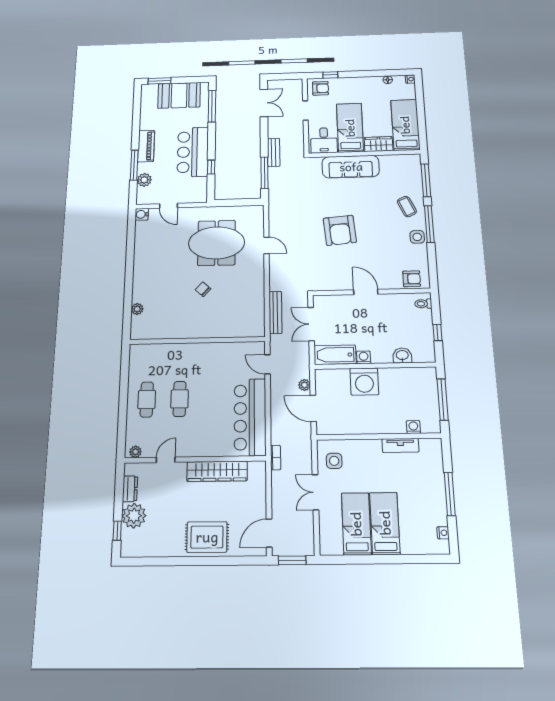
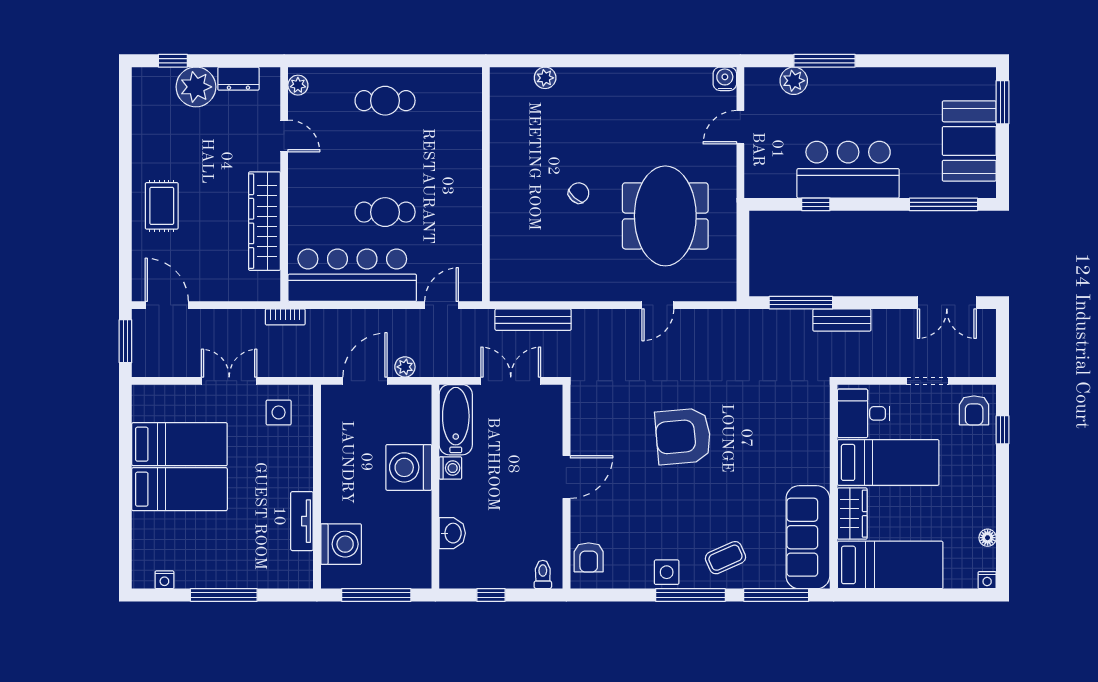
piano: (146, 146) -> (863, 82), removed
sofa: (351, 167) -> (808, 537), moved
cafe table: (180, 399) -> (385, 212), moved
washing machine: (413, 427) -> (341, 544), width x1.89, depth x1.89
rug: (207, 537) -> (162, 206), width x0.73, depth x0.70

